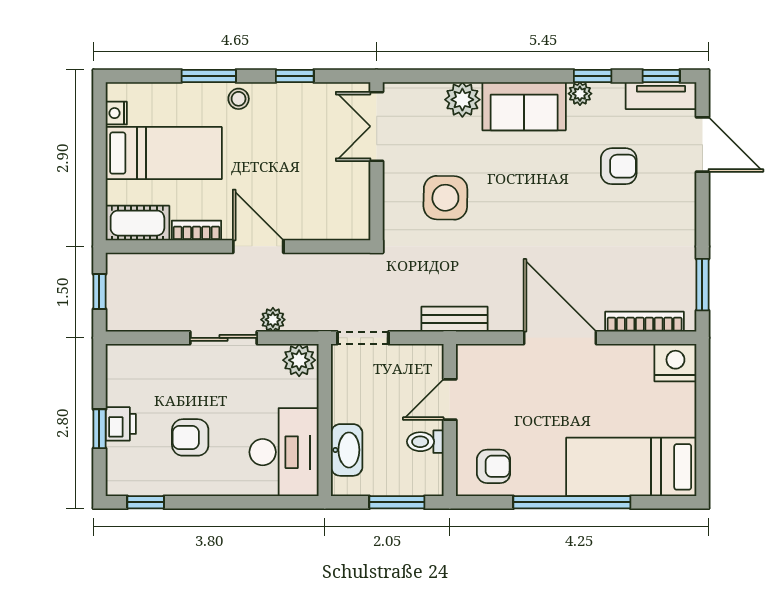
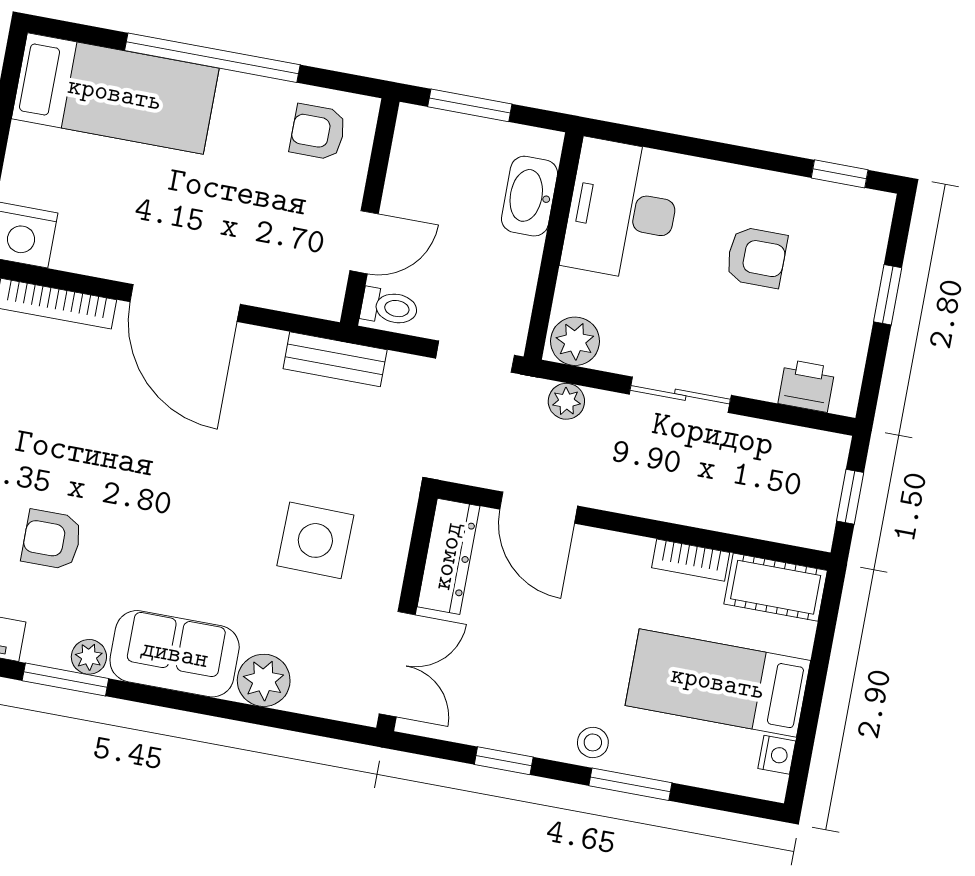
window: (593, 76) -> (65, 680), width x1.50
dresser: (356, 203) -> (448, 556), added
door: (258, 246) -> (539, 508), moved
plant: (273, 320) -> (566, 401), moved
printer: (121, 424) -> (807, 386), moved, turned 90
toilet: (425, 442) -> (389, 307), moved

